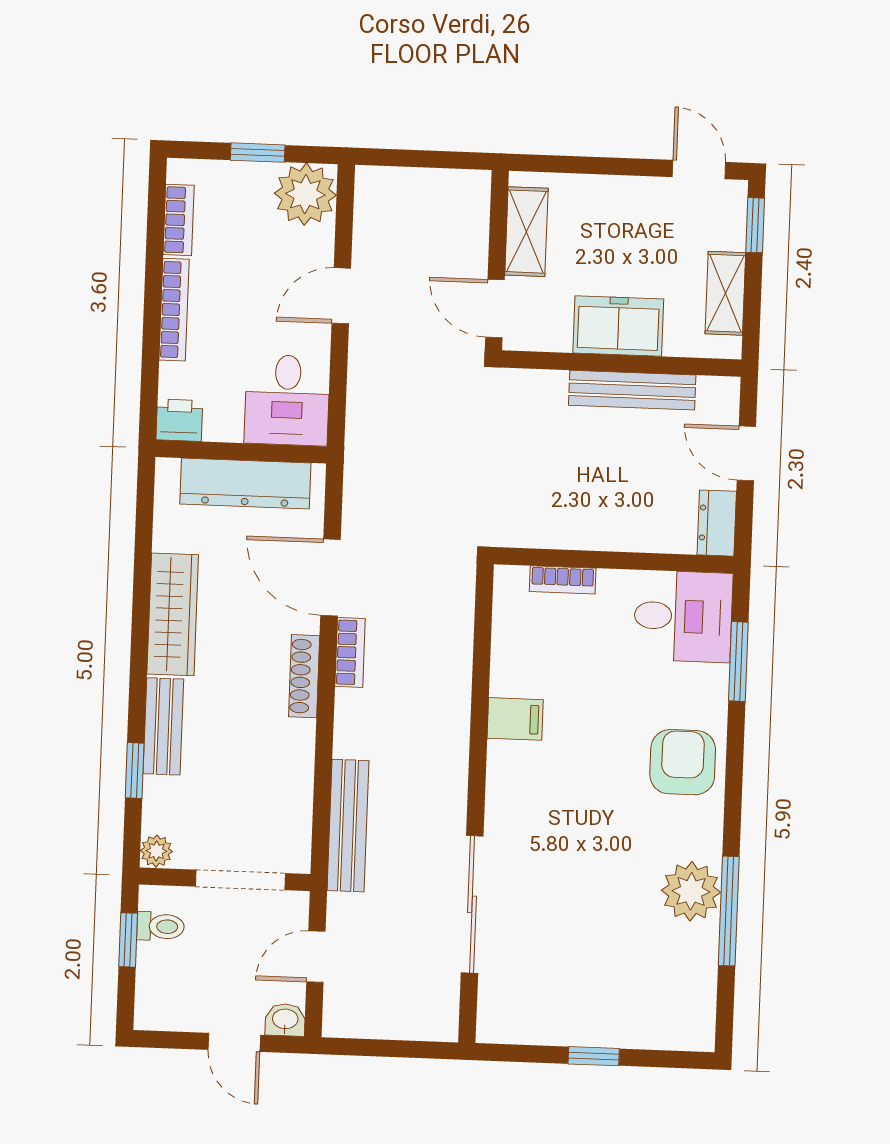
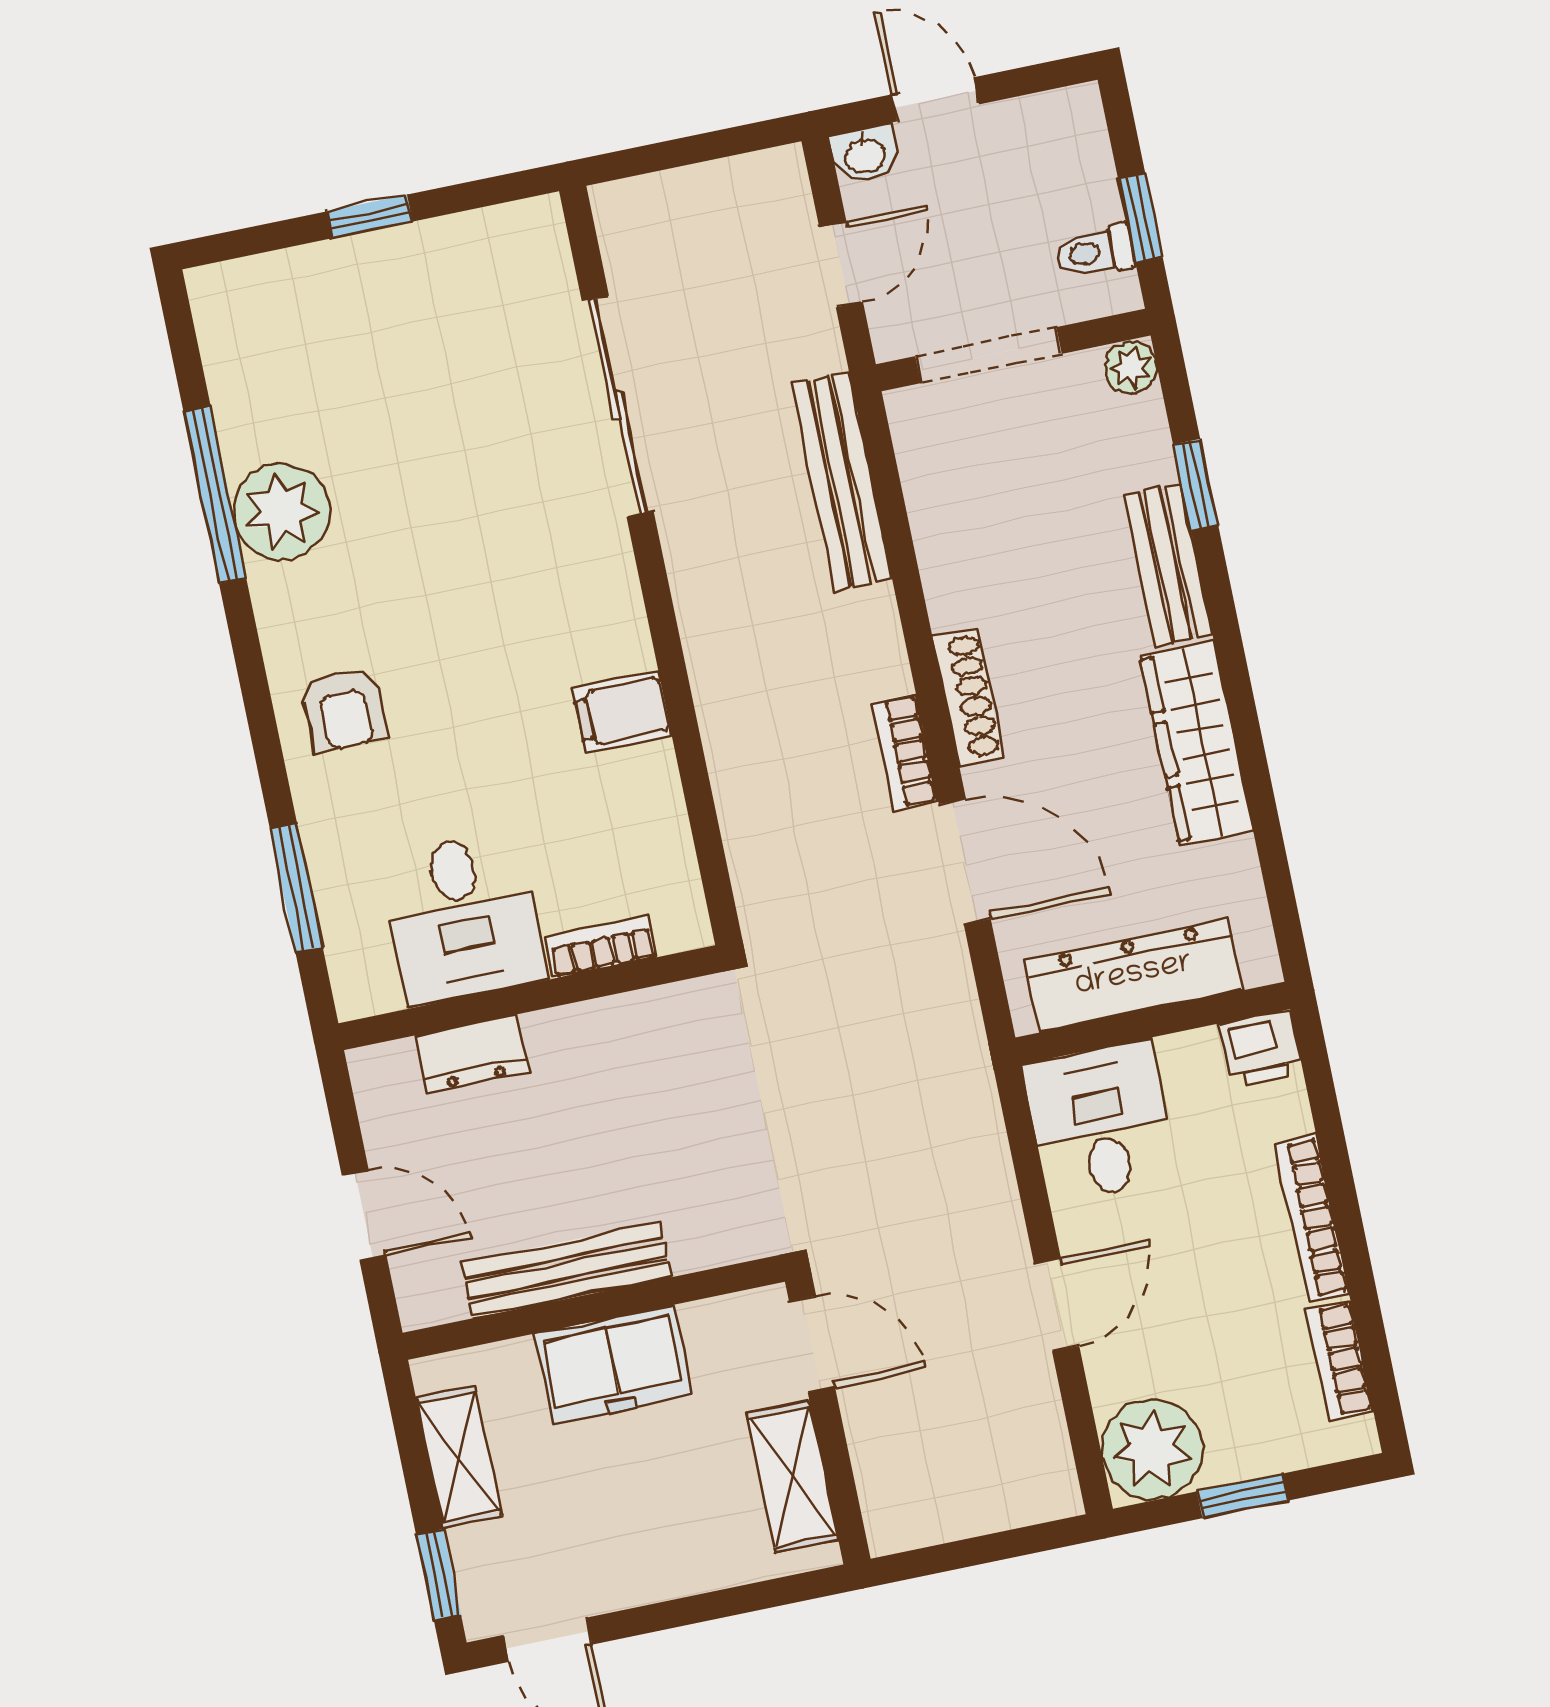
dresser: (717, 523) -> (471, 1054), moved, turned 90
desk: (683, 616) -> (463, 918), moved, turned -90
armchair: (683, 762) -> (344, 709), width x0.72, depth x0.72

